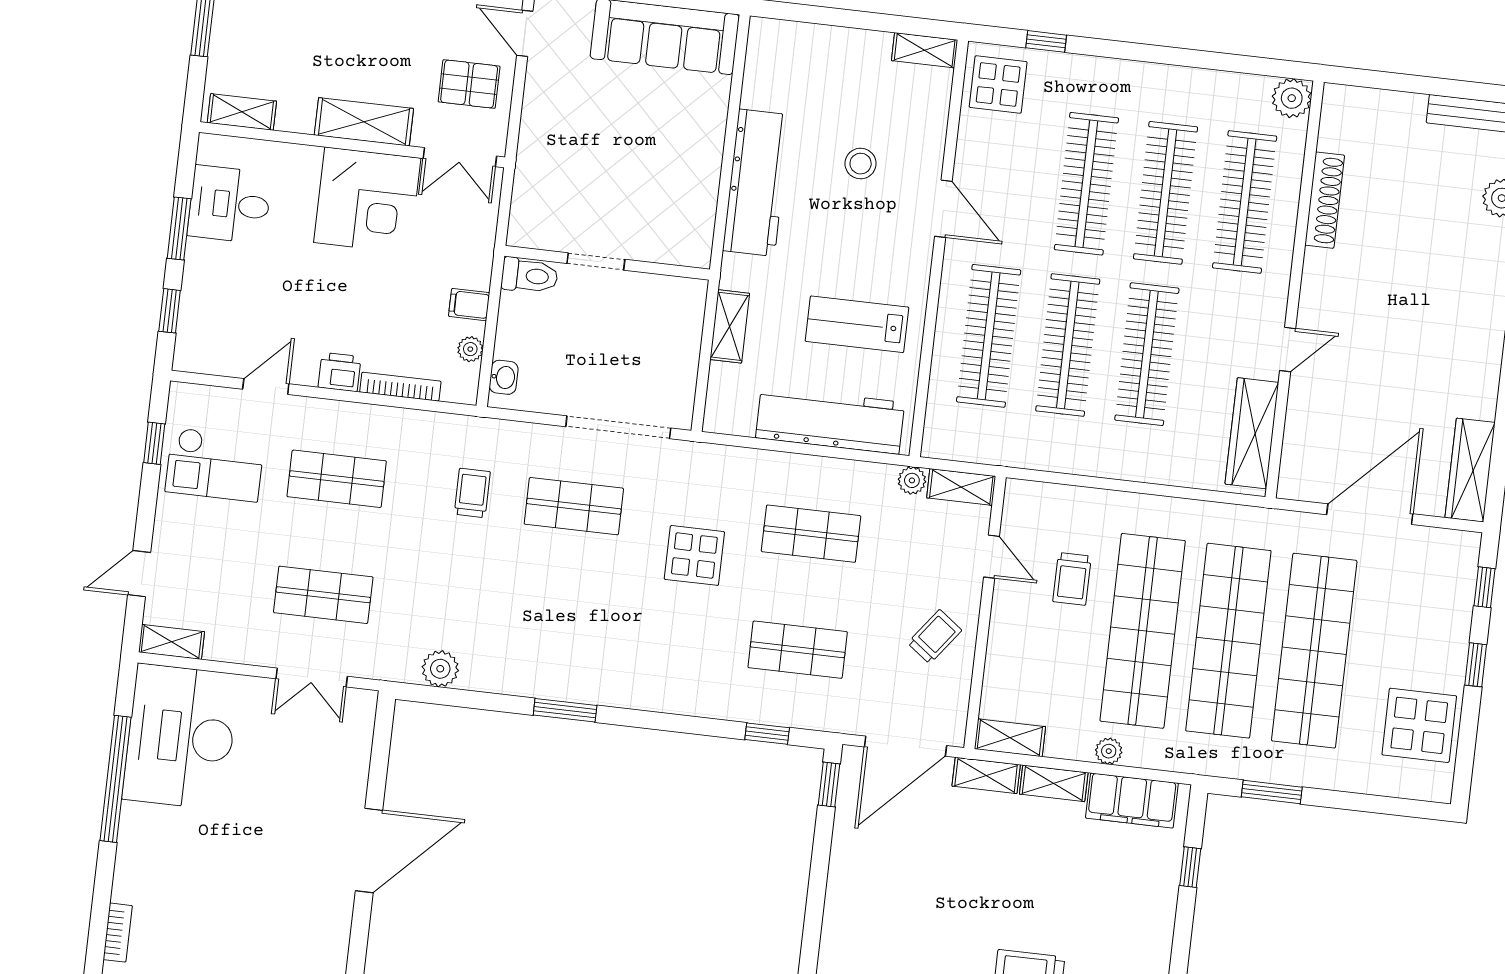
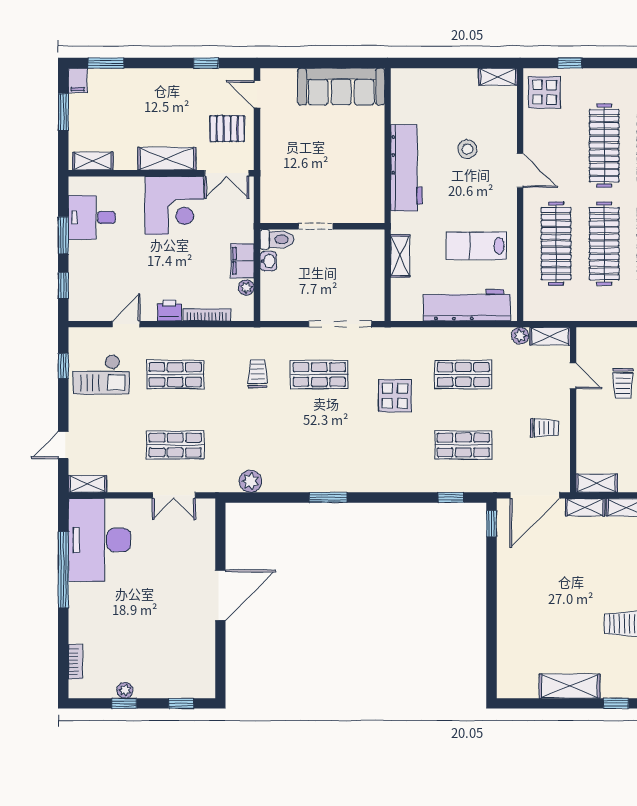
filing cabinet: (469, 305) -> (242, 261), width x2.00
washbasin: (504, 377) -> (268, 261), moved
trolley: (935, 637) -> (545, 428), turned 53

